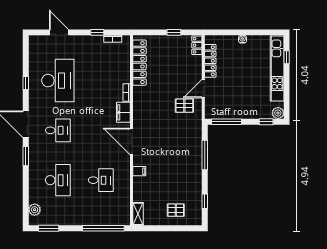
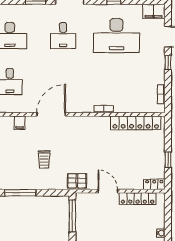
window: (97, 32) -> (168, 63), moved
pallet: (184, 106) -> (77, 181), moved, turned 90
filing cabinet: (123, 112) -> (154, 11), moved, turned 180
trolley: (173, 148) -> (44, 159), added
window: (205, 155) -> (20, 193), moved

